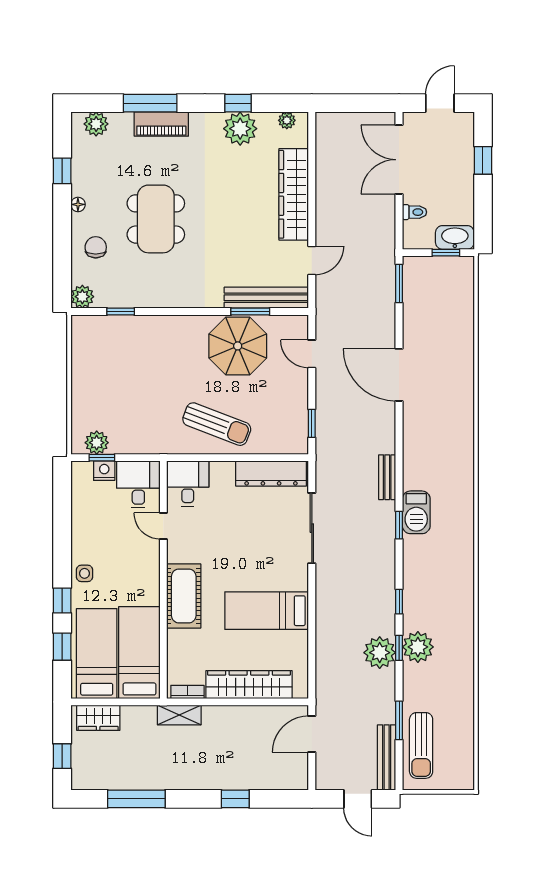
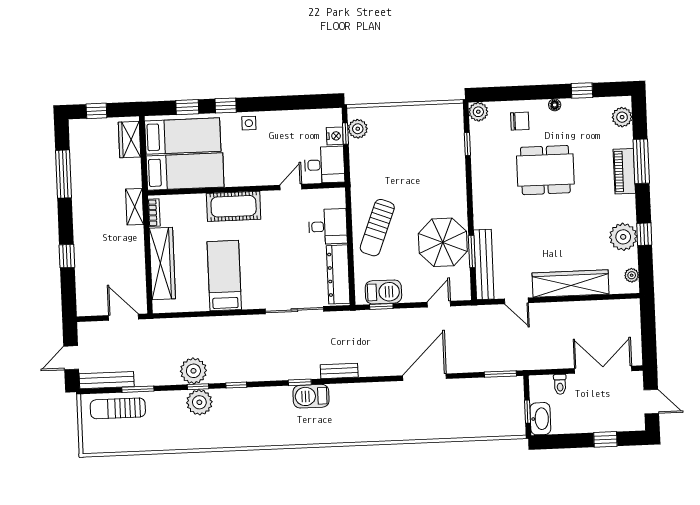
barbecue: (294, 420) -> (383, 292), added
desk: (188, 484) -> (328, 227), moved

